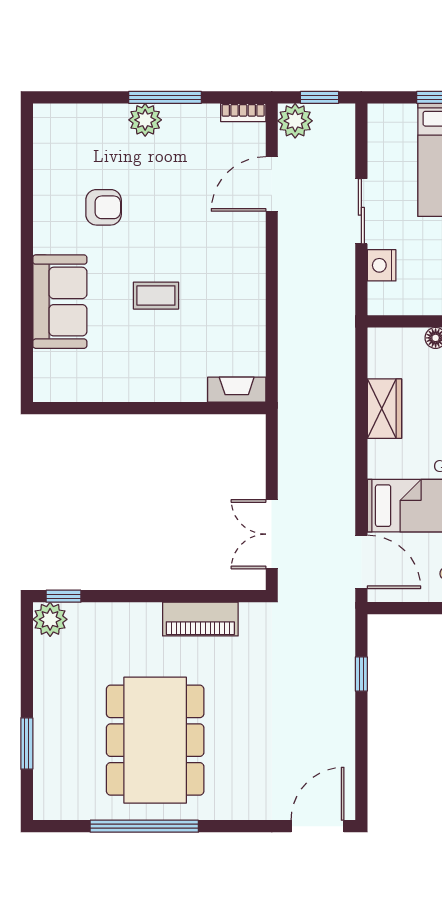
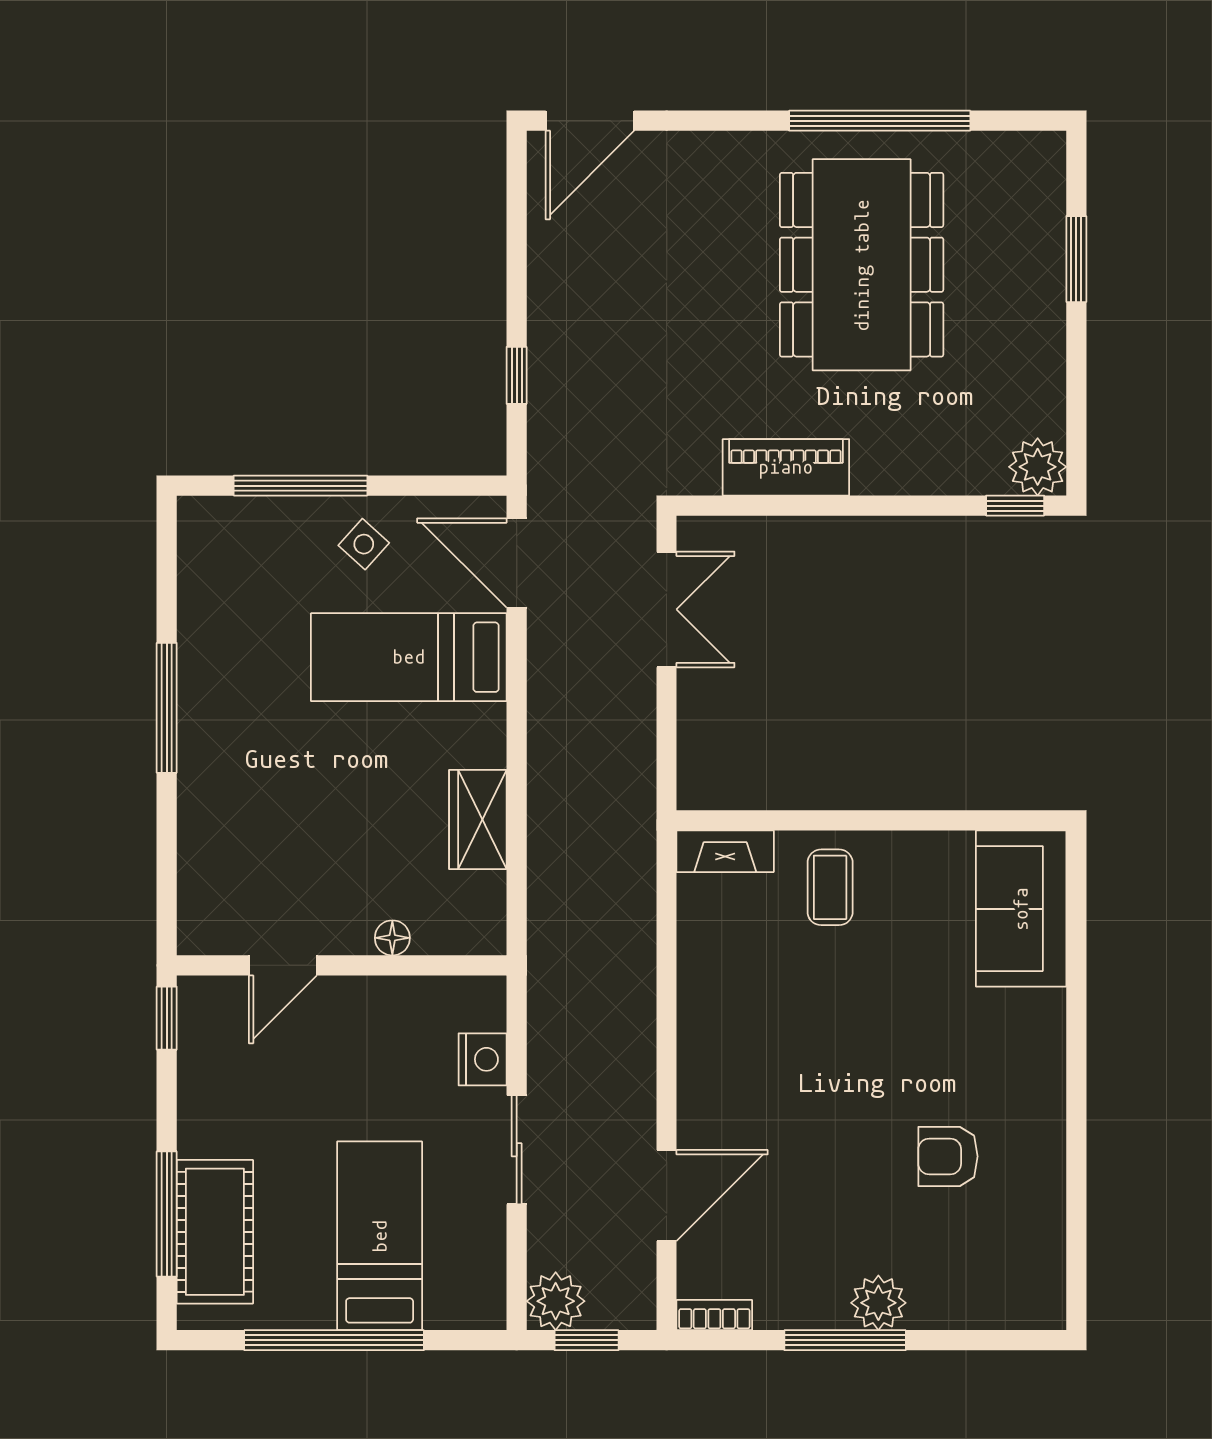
plant: (295, 121) -> (556, 1301), moved
coffee table: (156, 296) -> (830, 887), moved, turned 90
sofa: (60, 302) -> (1021, 909), moved

